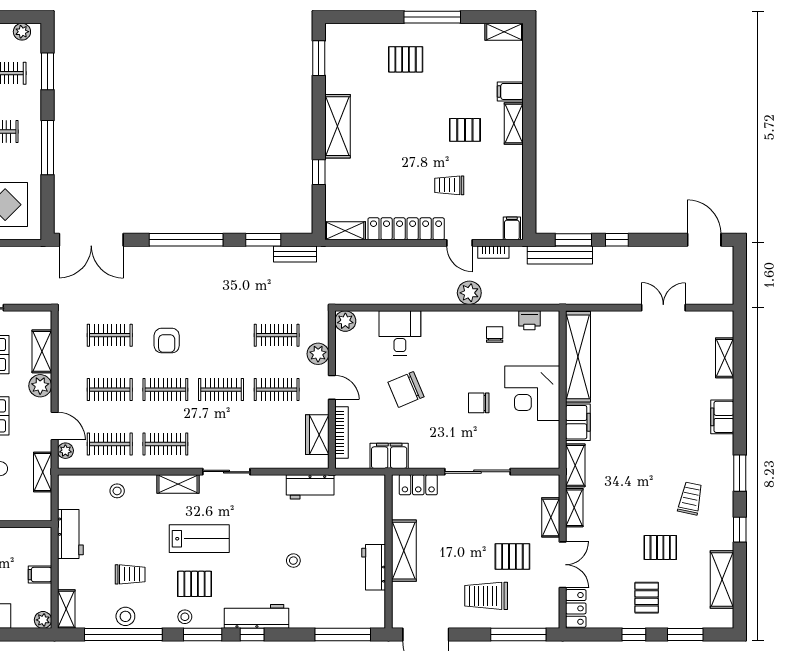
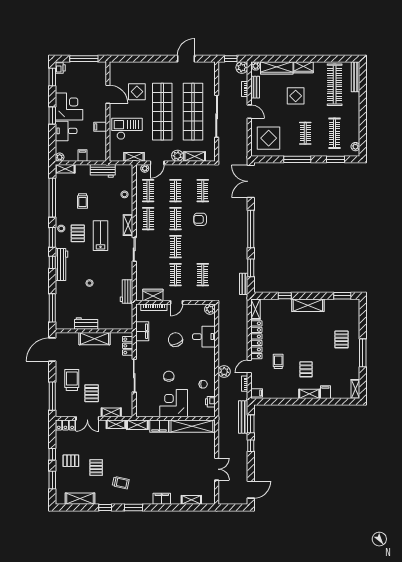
plant: (318, 354) -> (193, 295), removed
lab bench: (199, 539) -> (100, 236), turned 180
stool: (125, 616) -> (61, 199), removed

